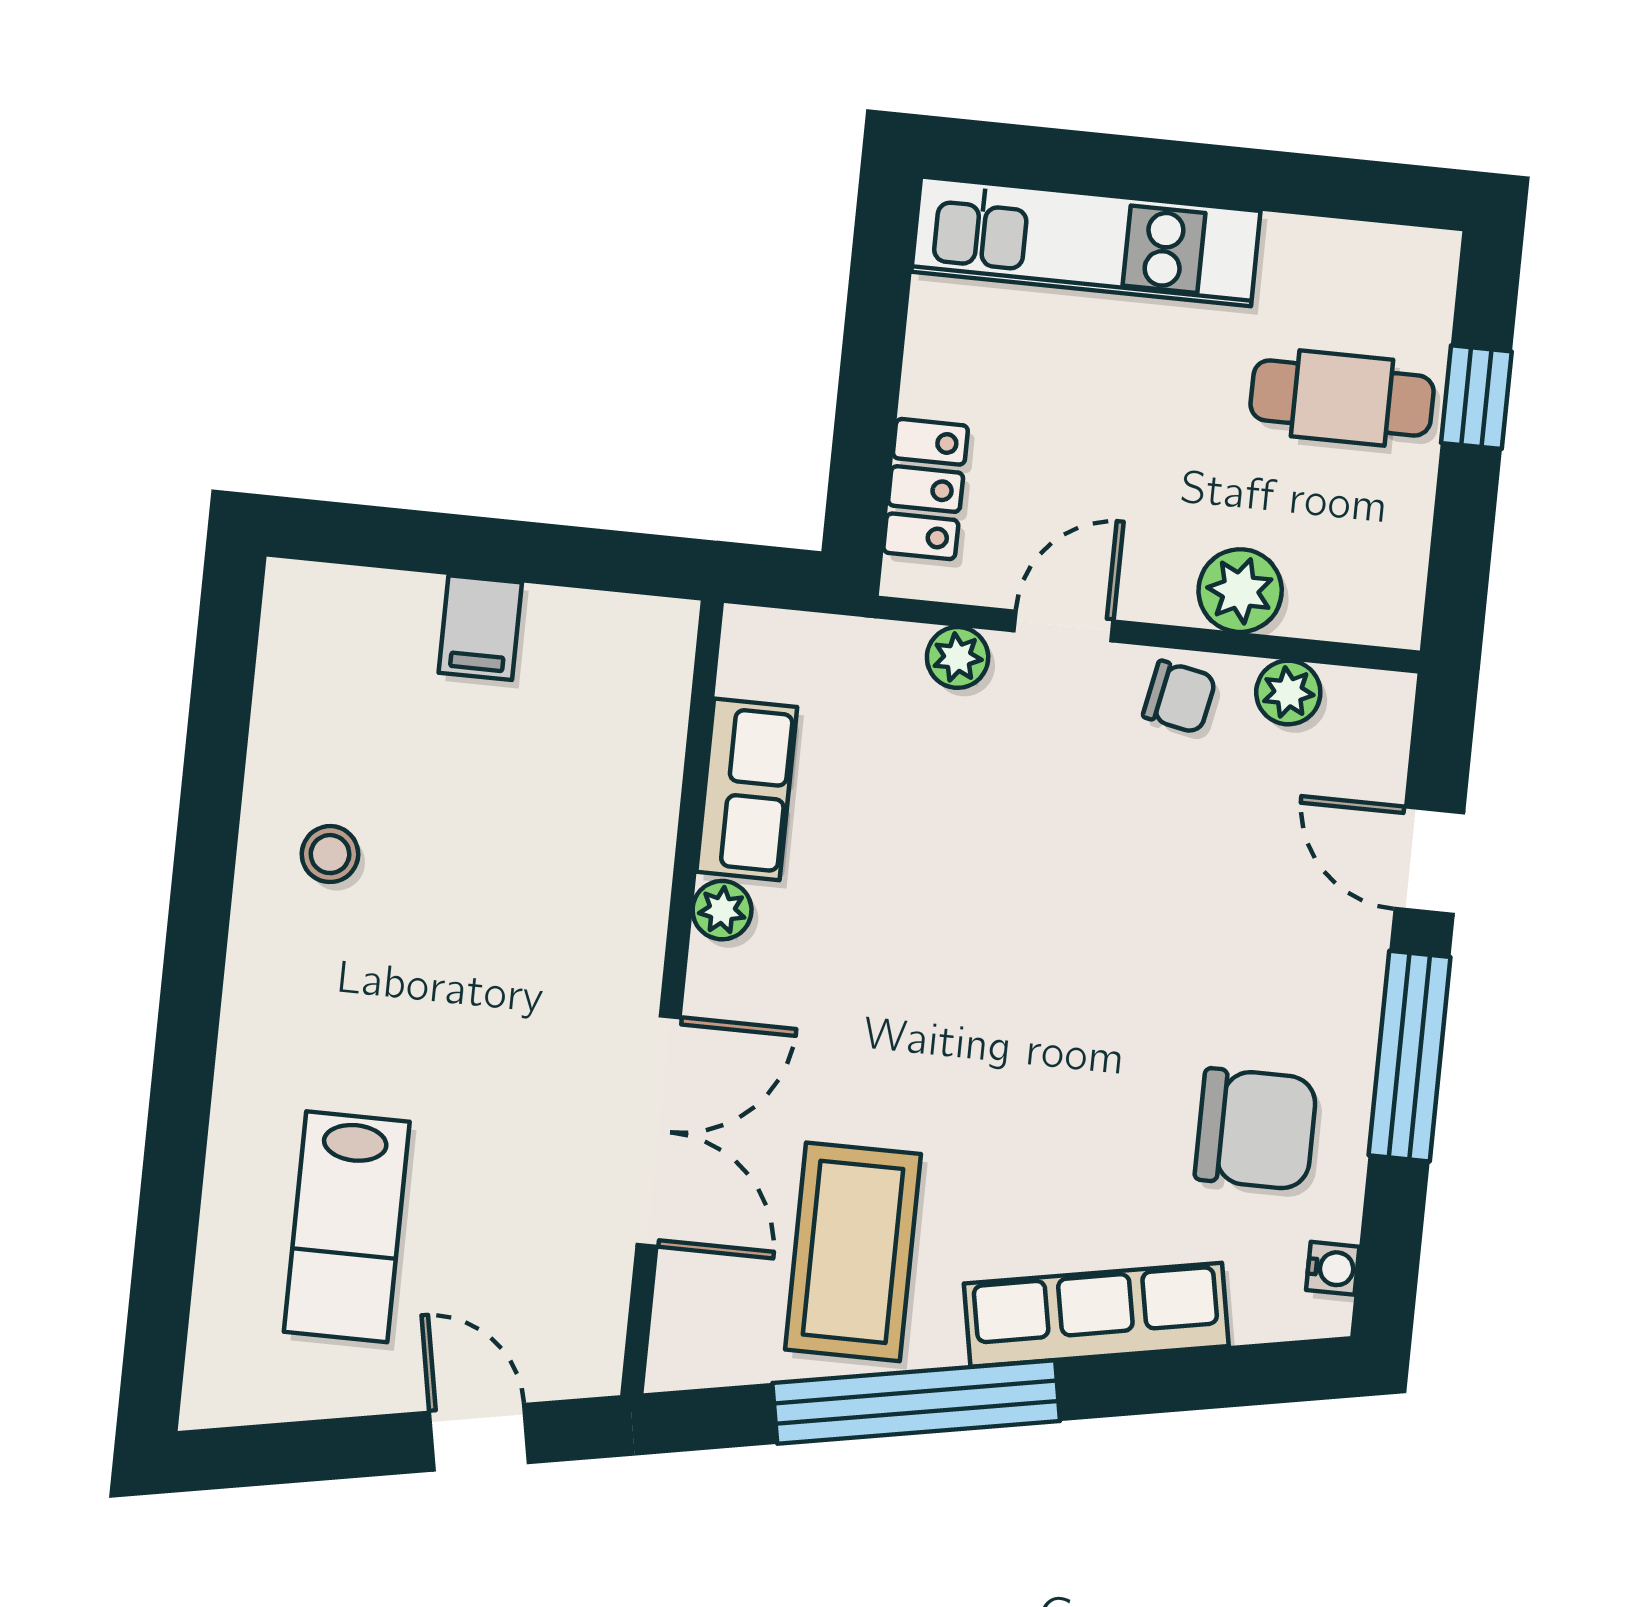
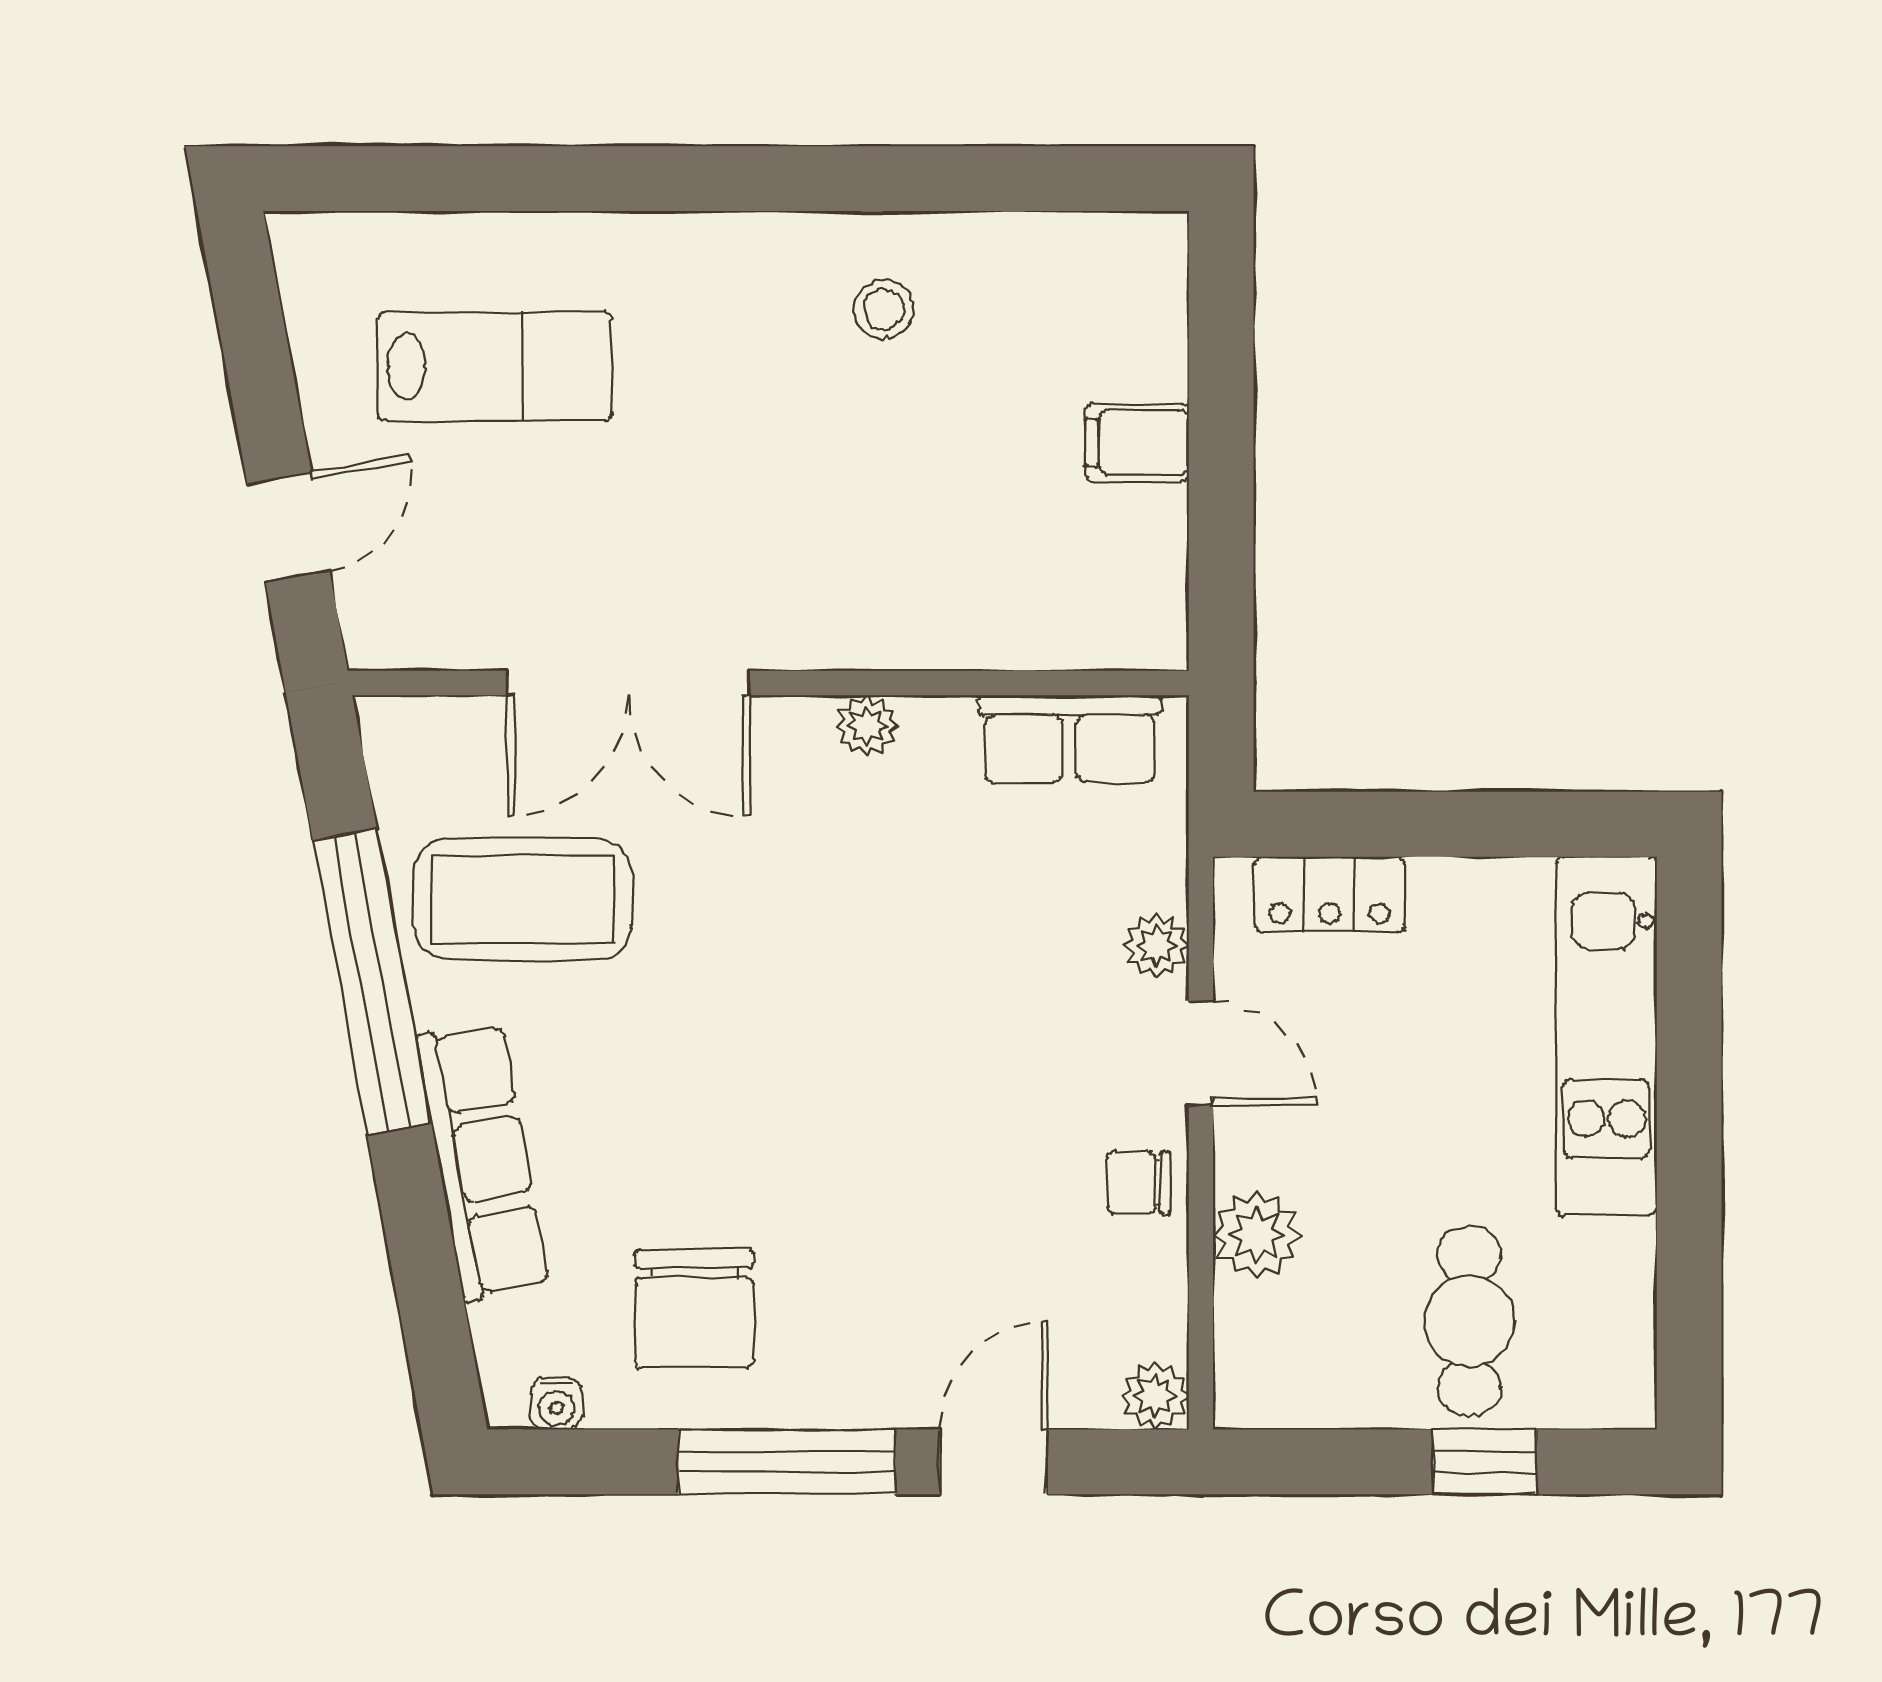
plant: (1288, 692) -> (1155, 1396), moved
chair: (1179, 697) -> (1139, 1183), turned 79
row of seats: (747, 789) -> (1070, 739), moved
lab bench: (347, 1227) -> (495, 366), turned 180

